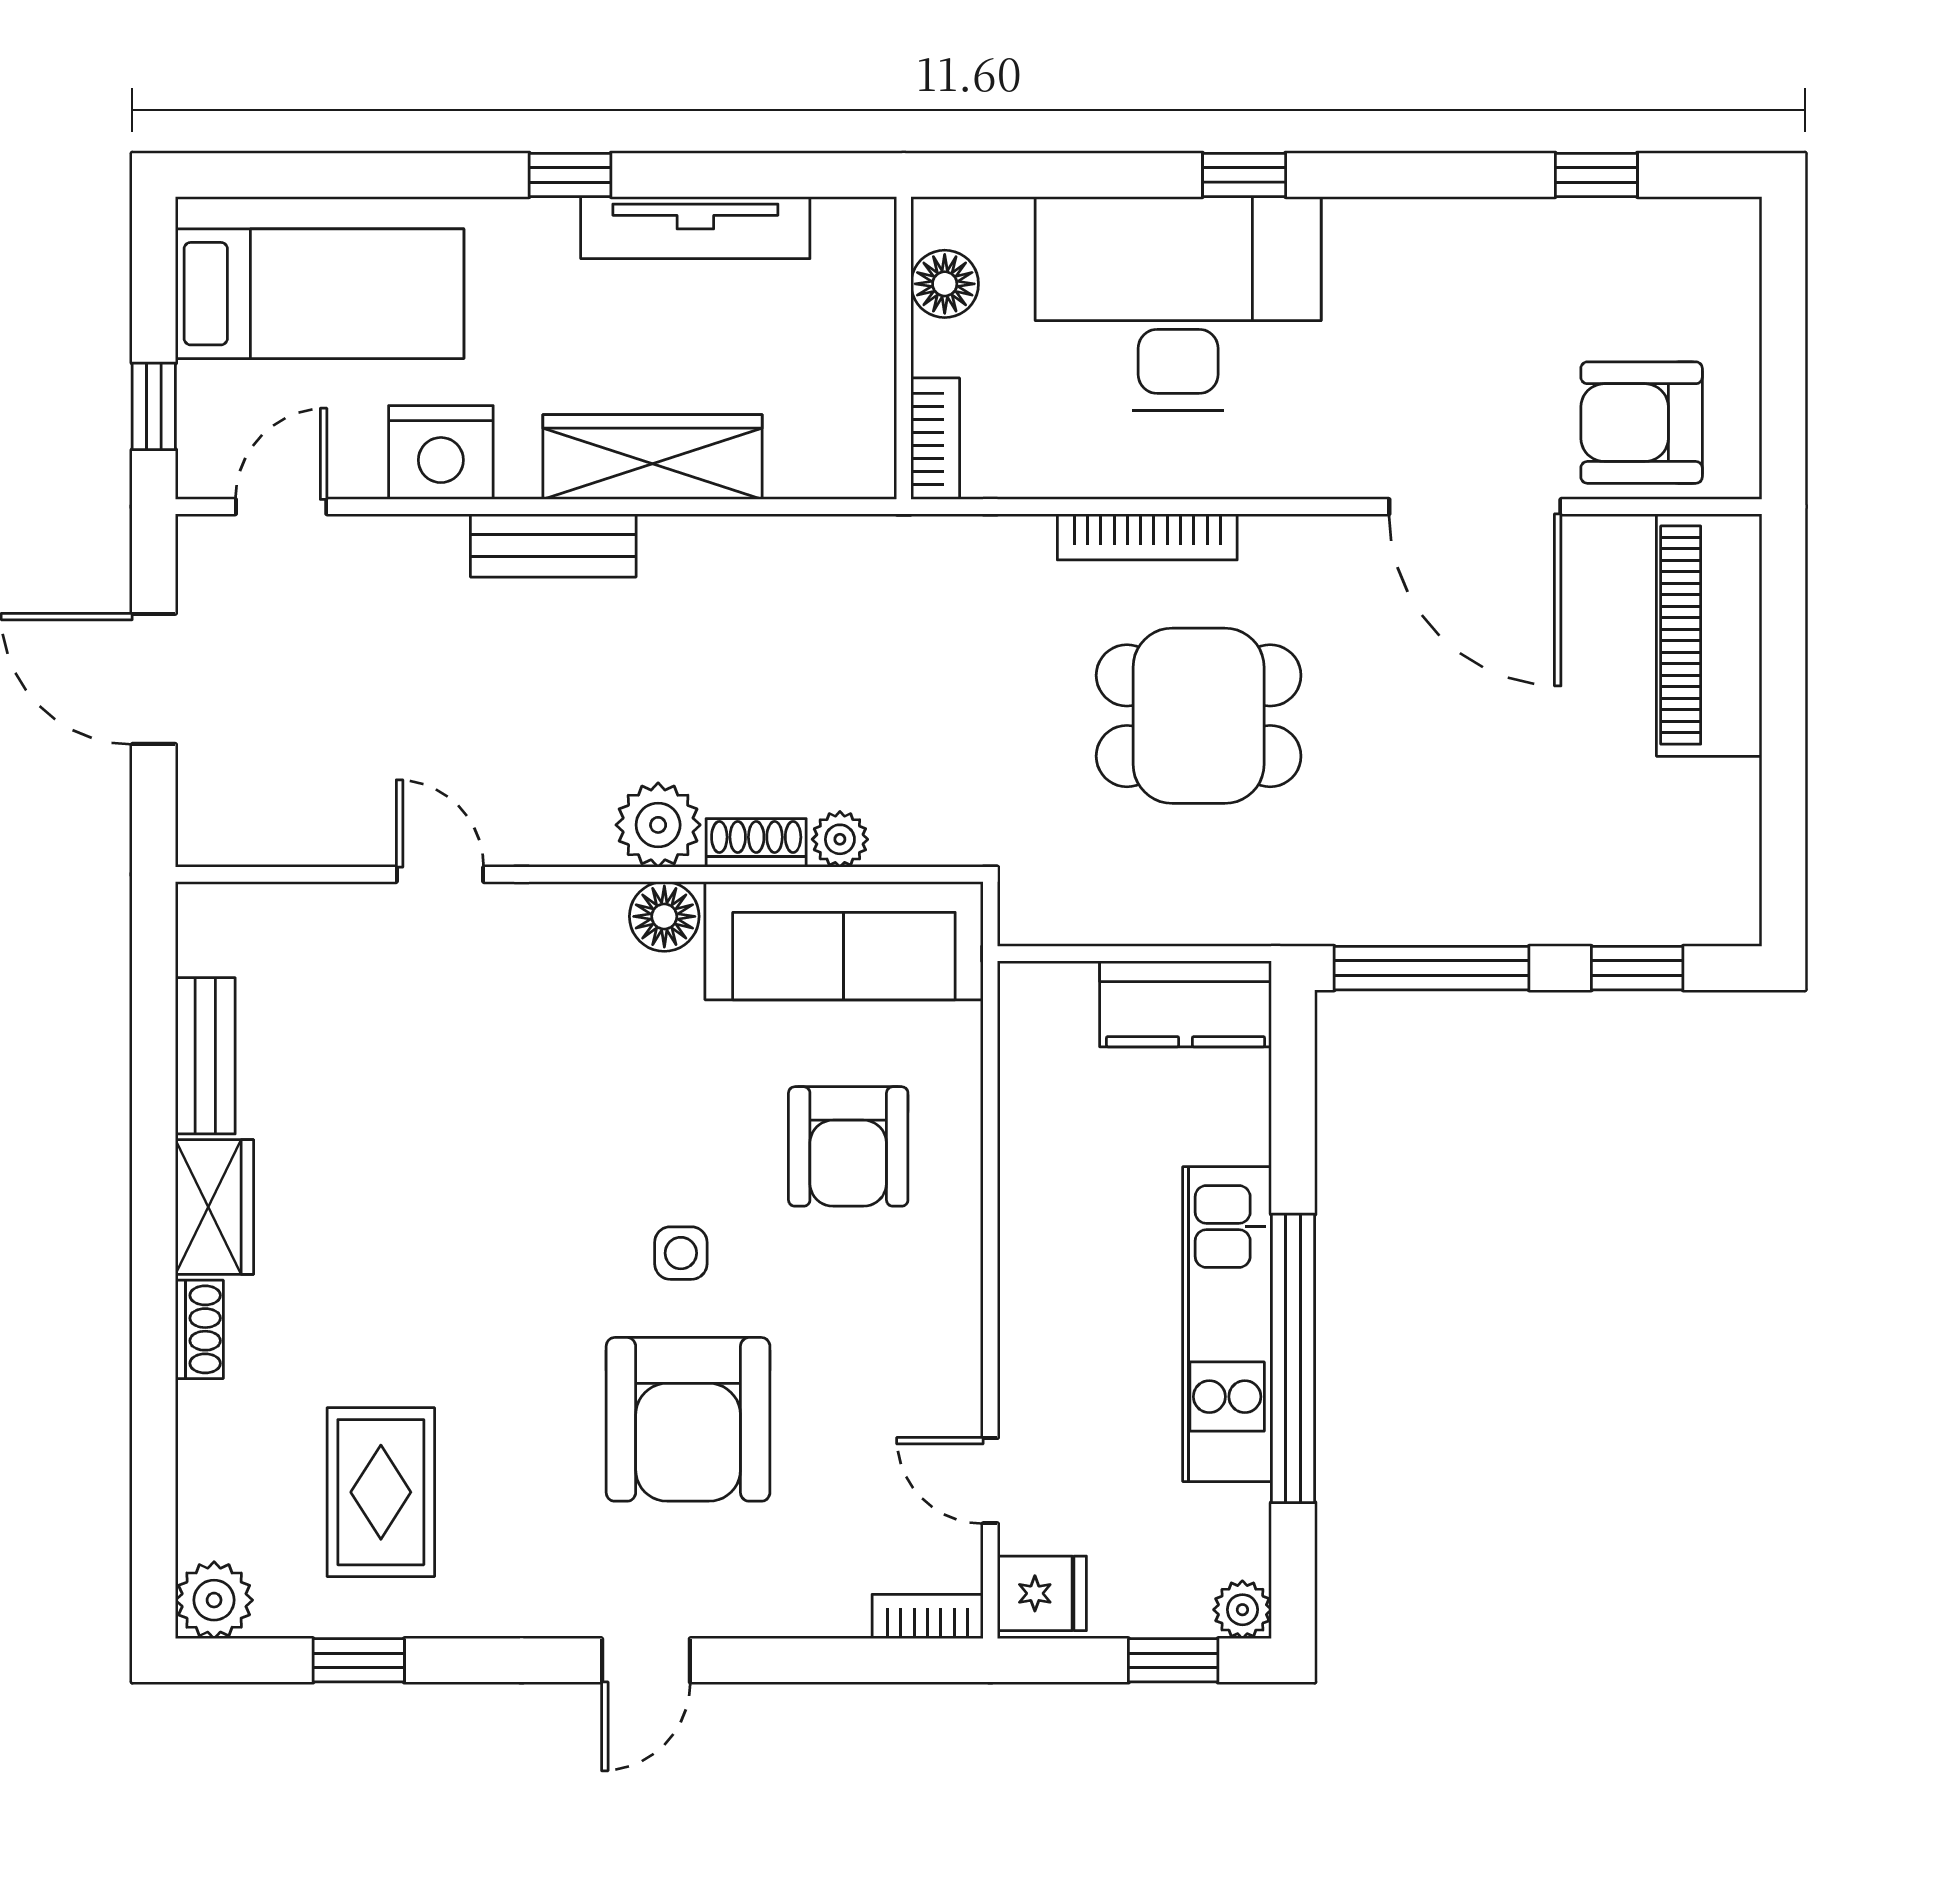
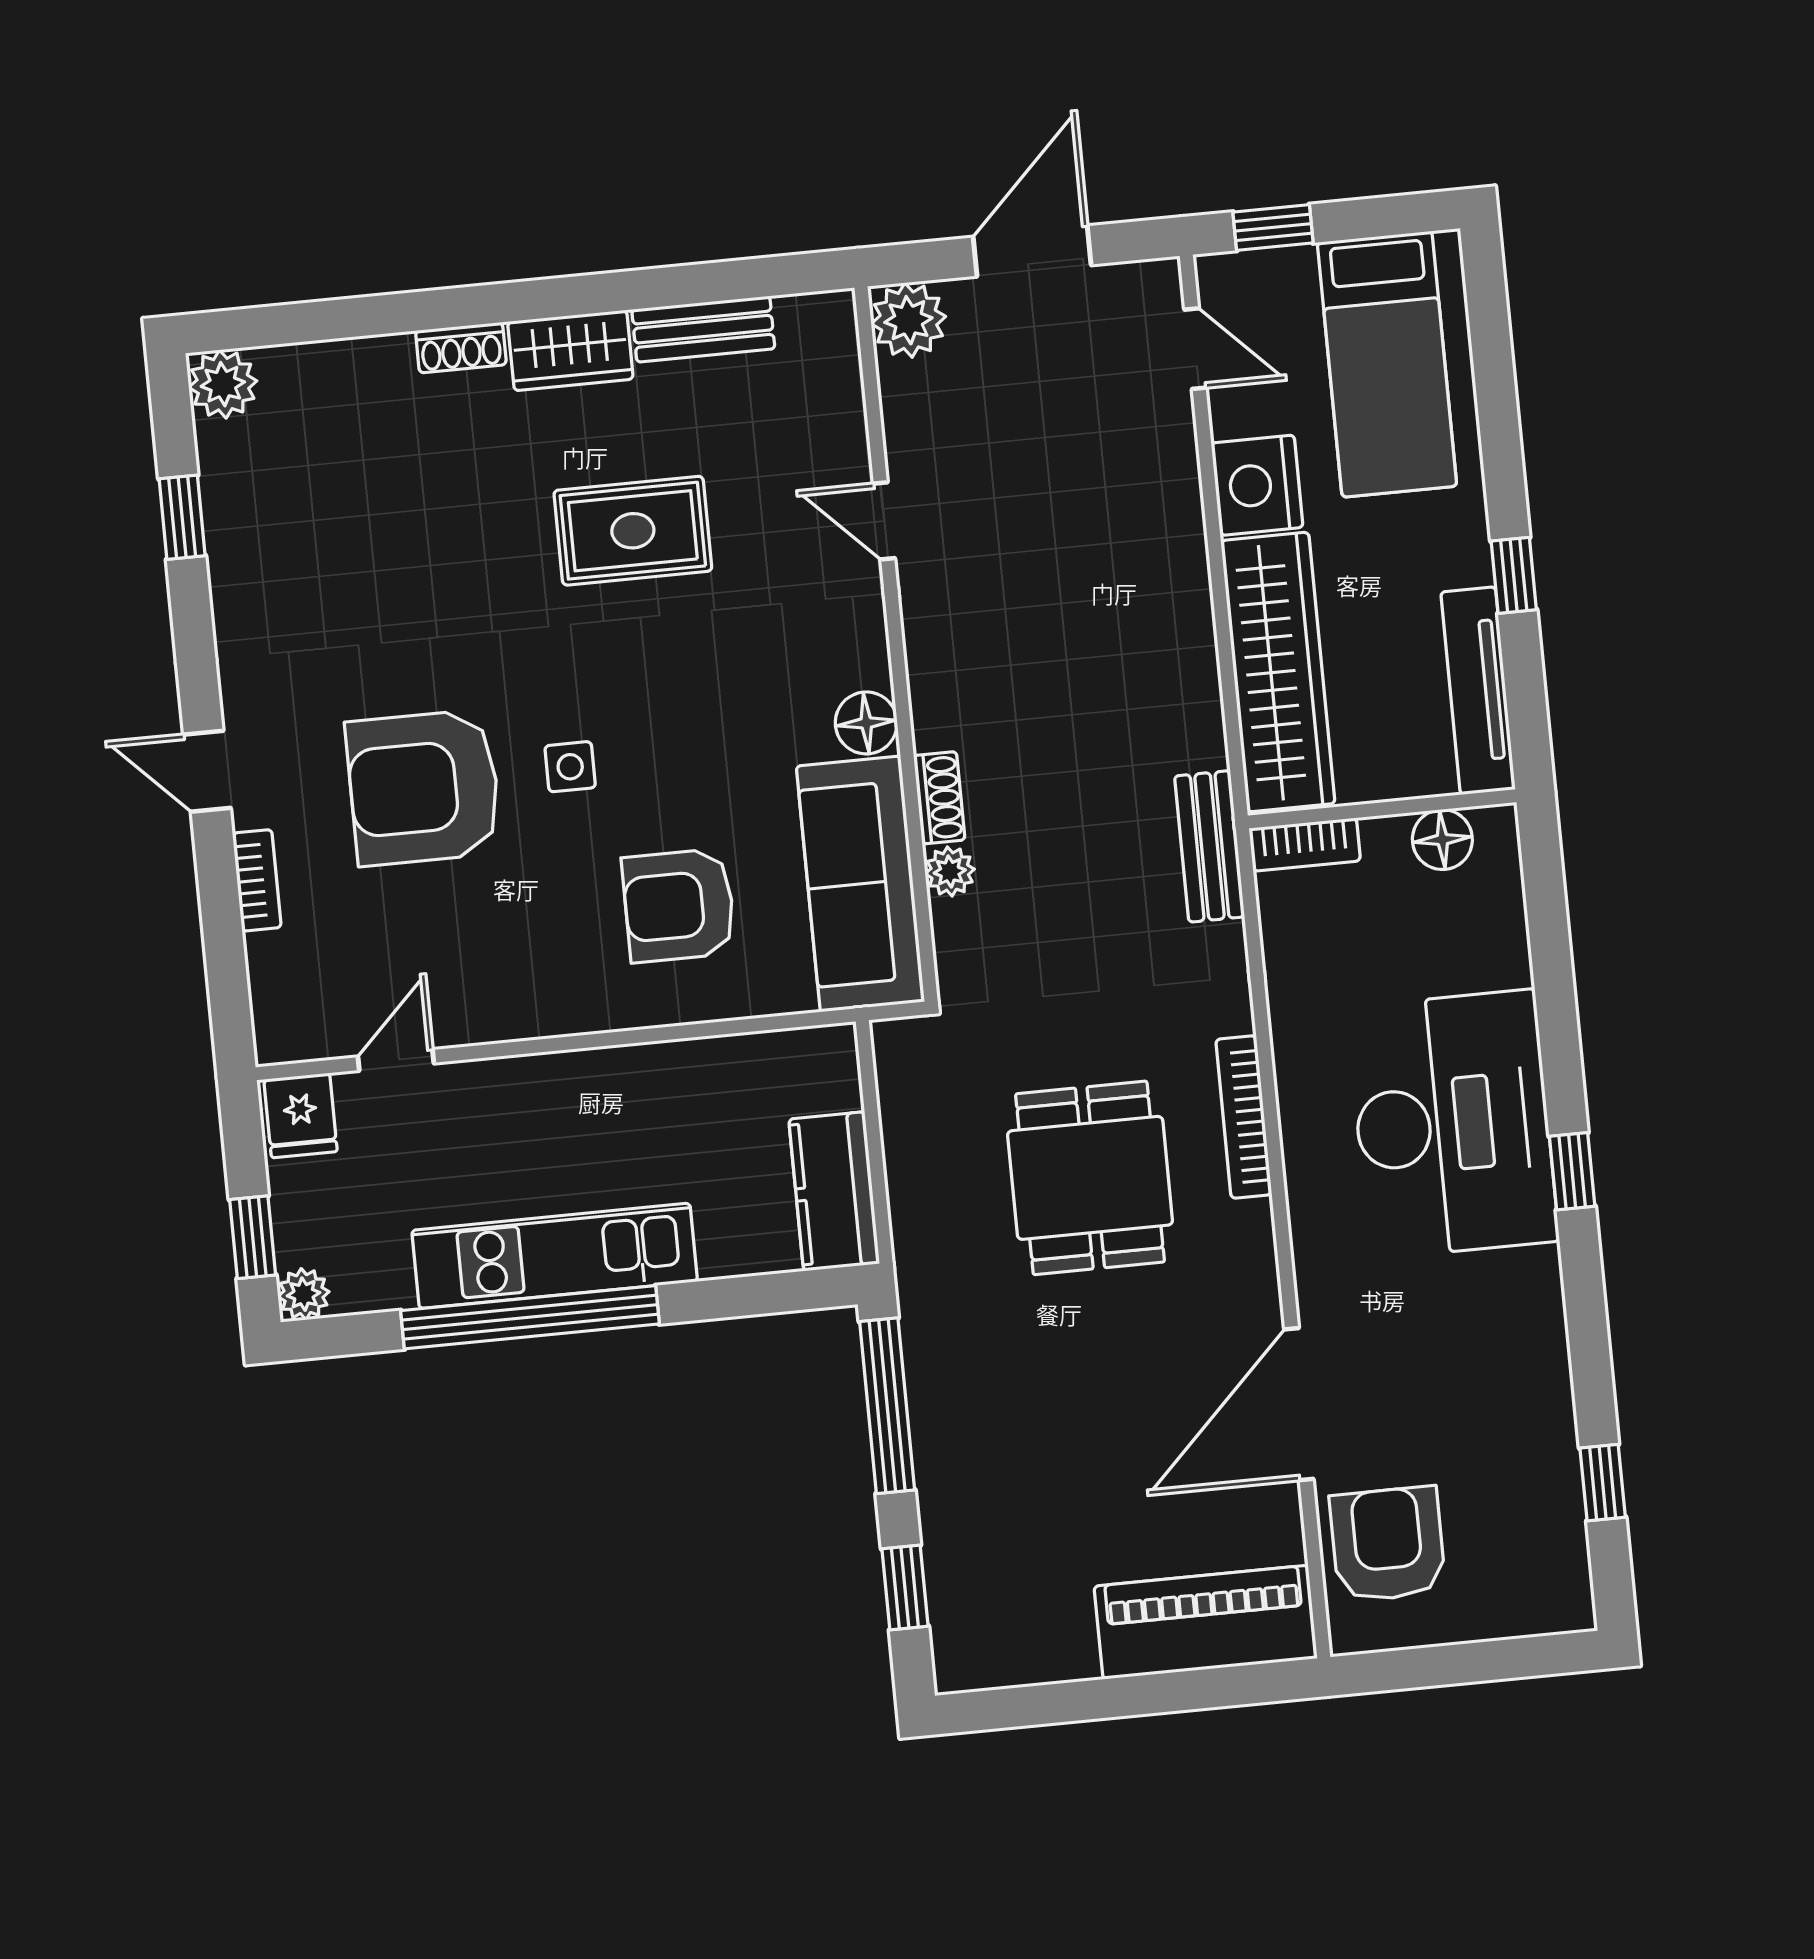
floor lamp: (945, 284) -> (1442, 840), moved
wall: (904, 348) -> (1382, 809), moved
bookcase: (935, 439) -> (1305, 845), moved
wardrobe: (653, 457) -> (1278, 672), width x1.40, depth x1.17
bench: (553, 545) -> (1210, 846), moved
plant: (658, 825) -> (908, 320), moved
door: (440, 874) -> (884, 521), swing flipped
rug: (381, 1492) -> (633, 531), moved
bookcase: (928, 1616) -> (257, 880), moved

